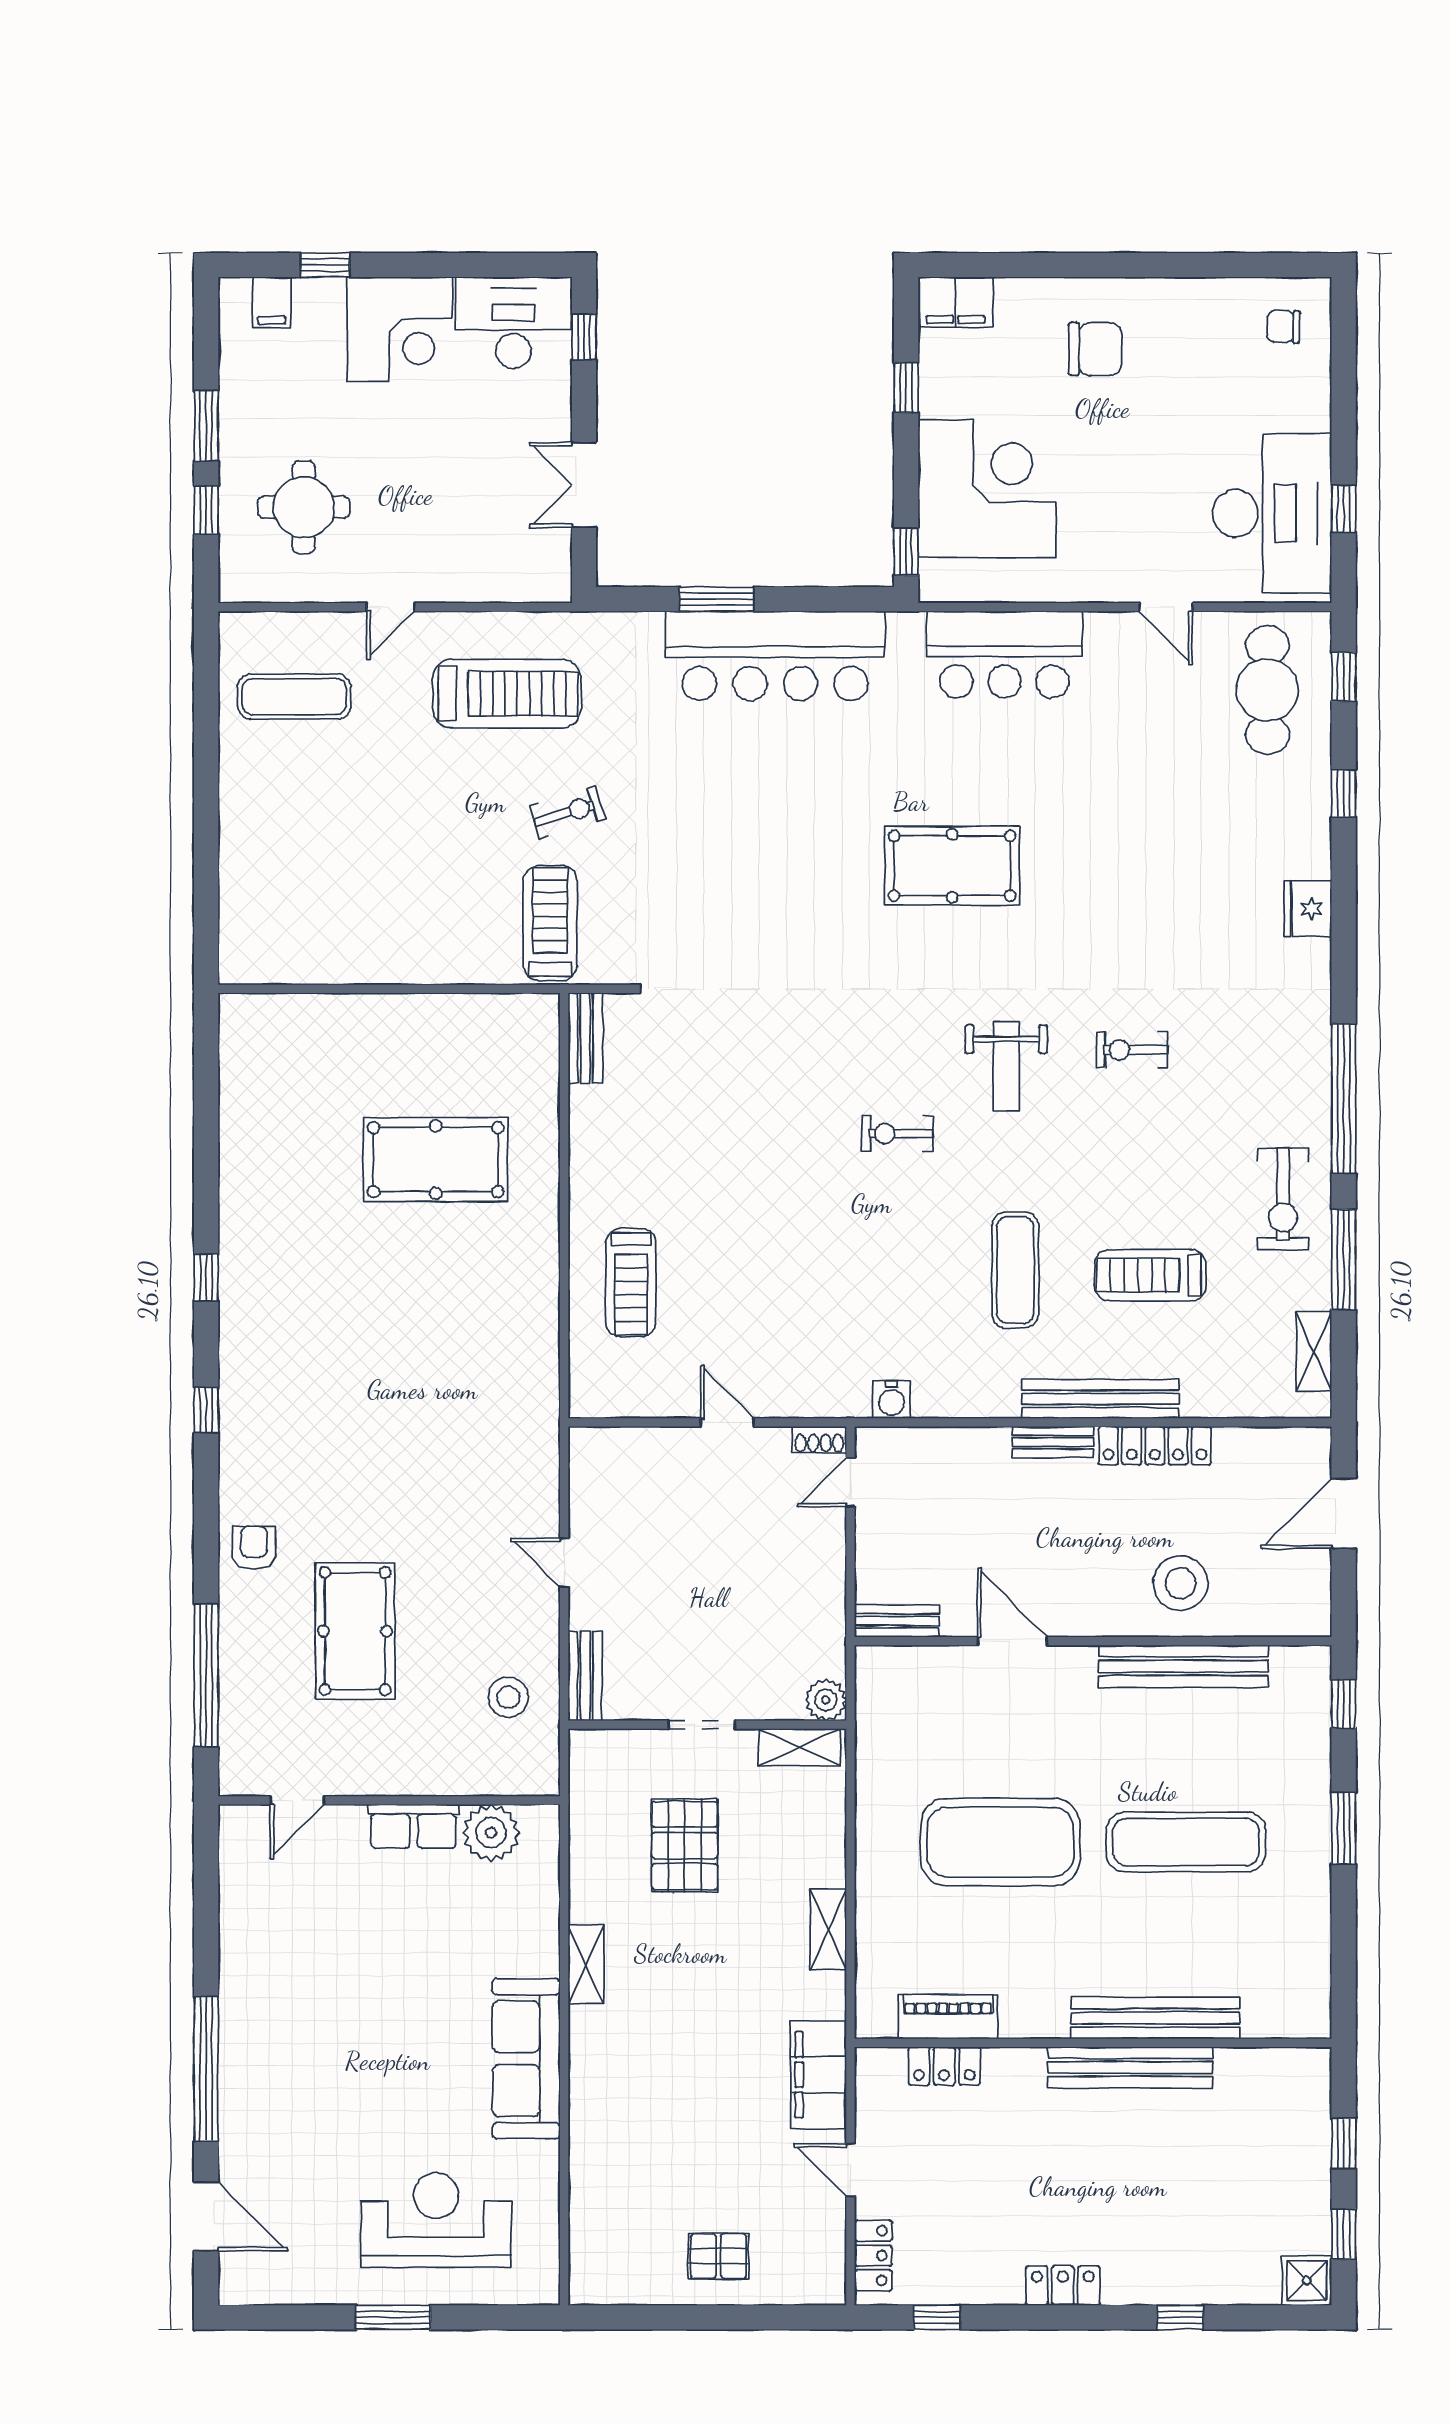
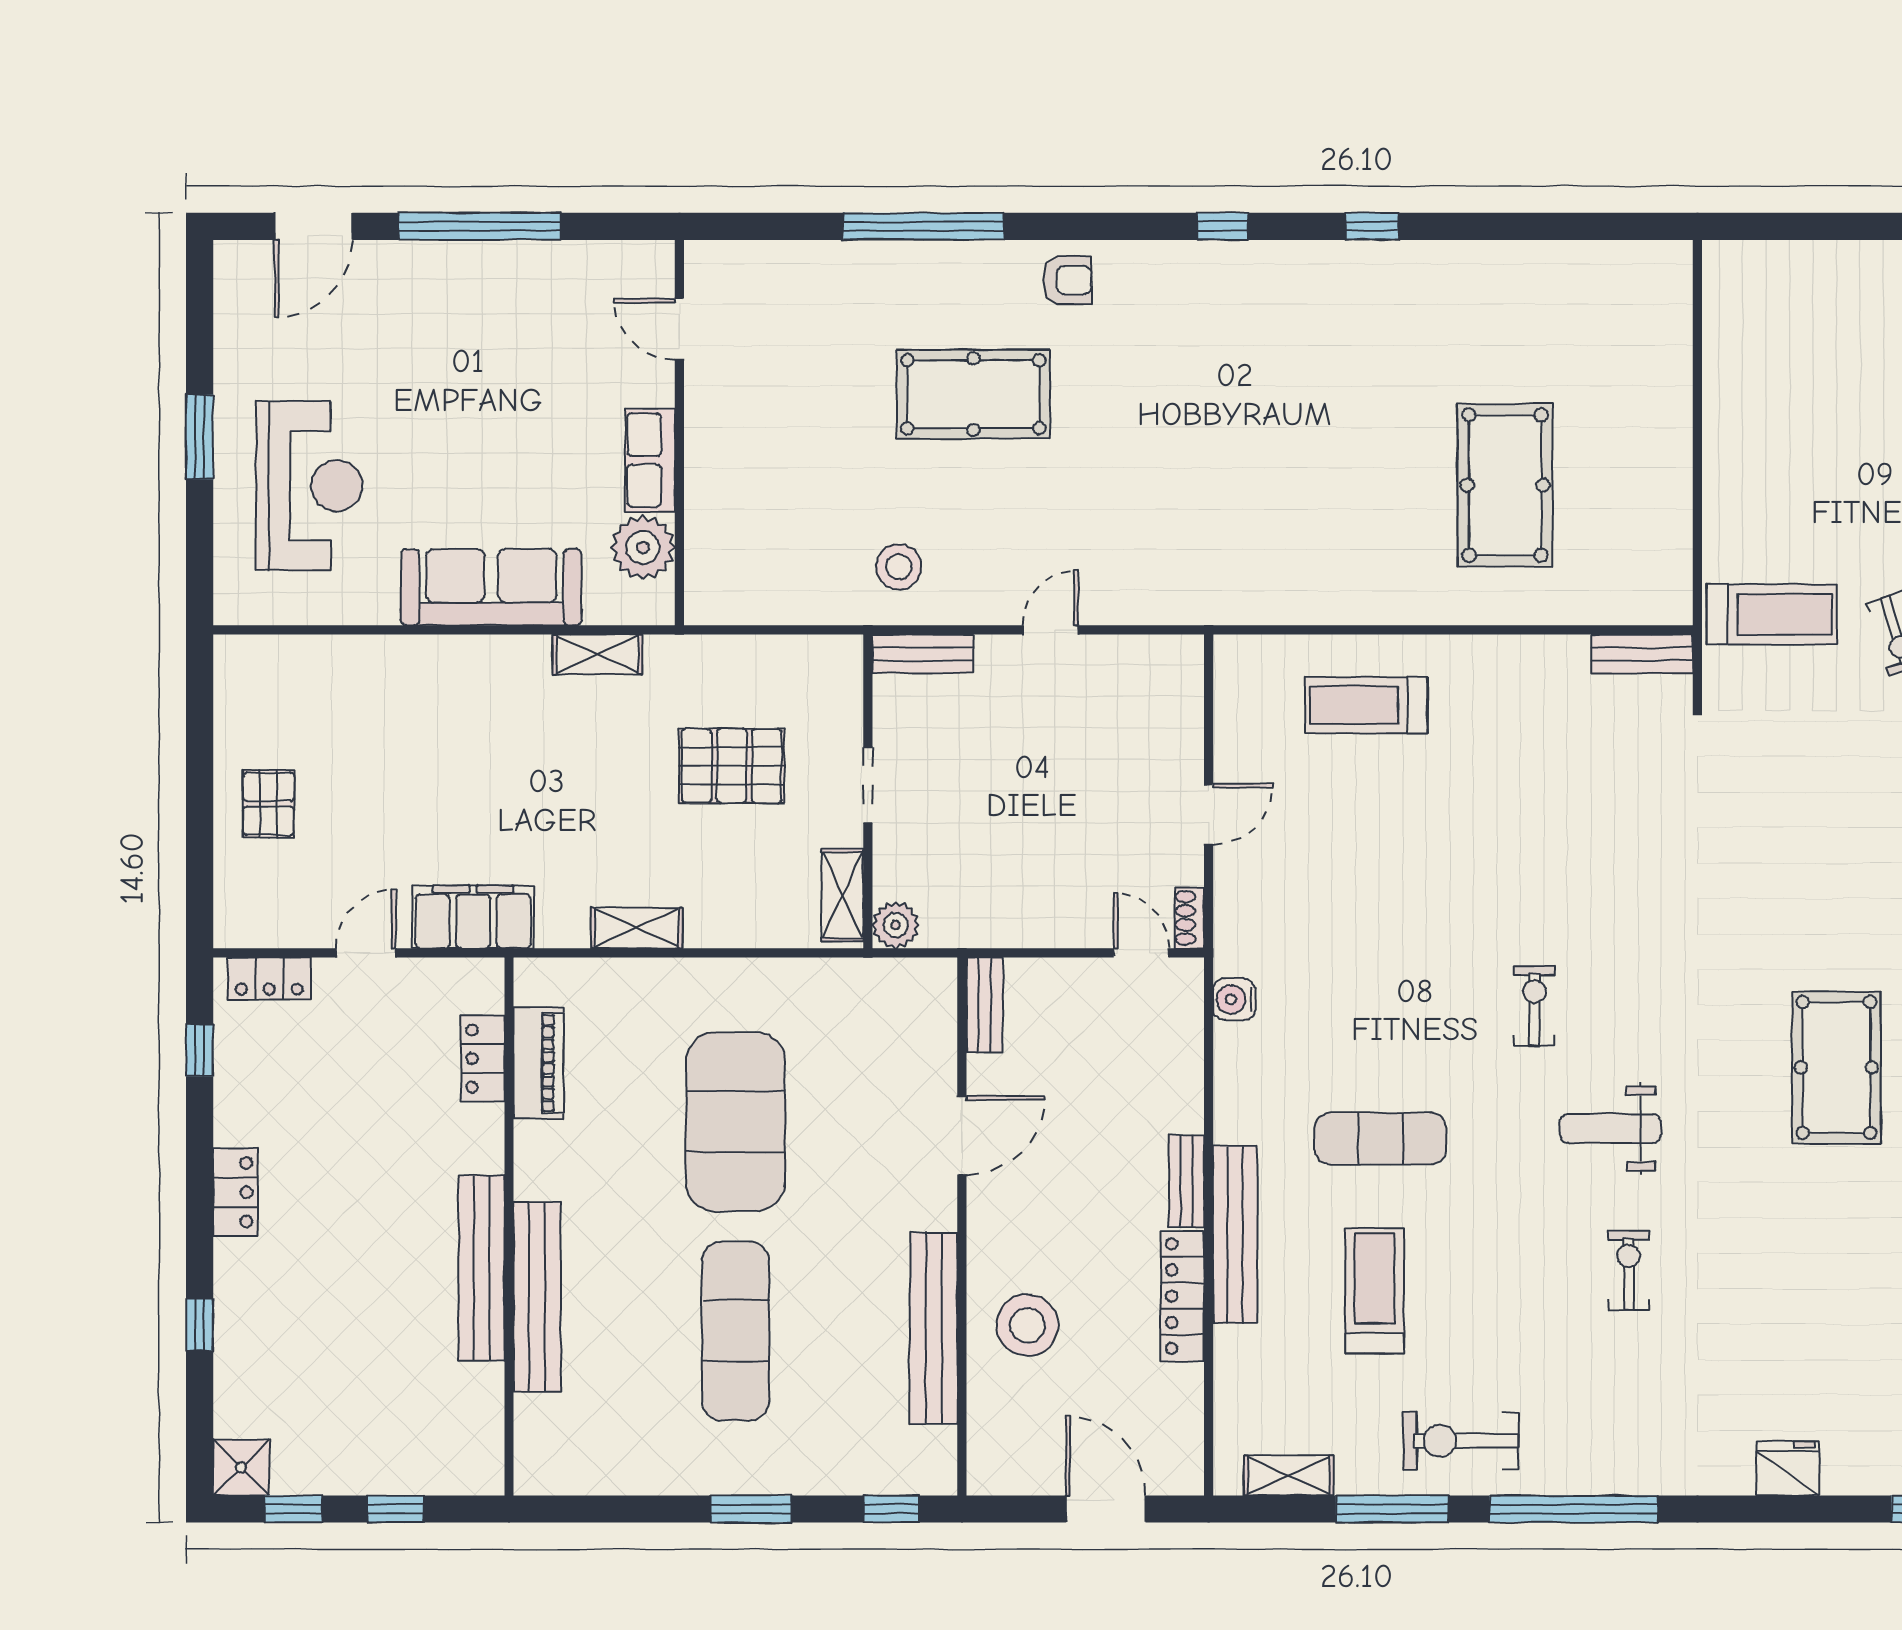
door: (297, 1800) -> (679, 329), moved
wall: (389, 1800) -> (679, 433), moved
row of seats: (413, 1826) -> (650, 460), moved
plant: (491, 1833) -> (643, 548), moved

